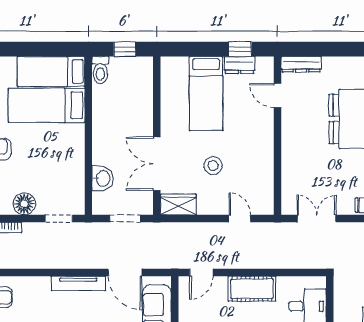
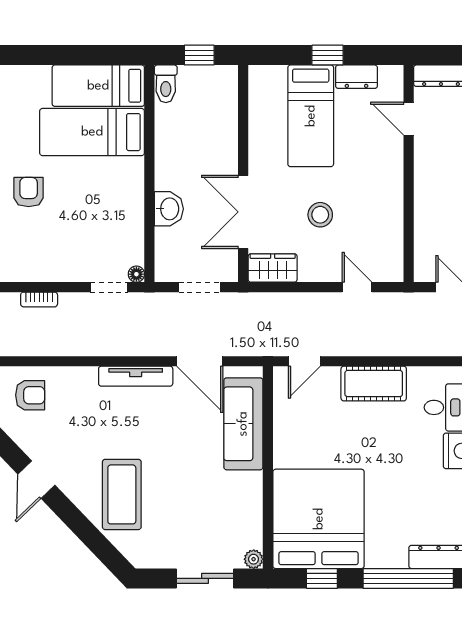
window: (240, 49) -> (328, 55), moved
washbasin: (103, 178) -> (169, 209), moved
floor lamp: (24, 204) -> (136, 274), moved, width x0.53, depth x0.53

